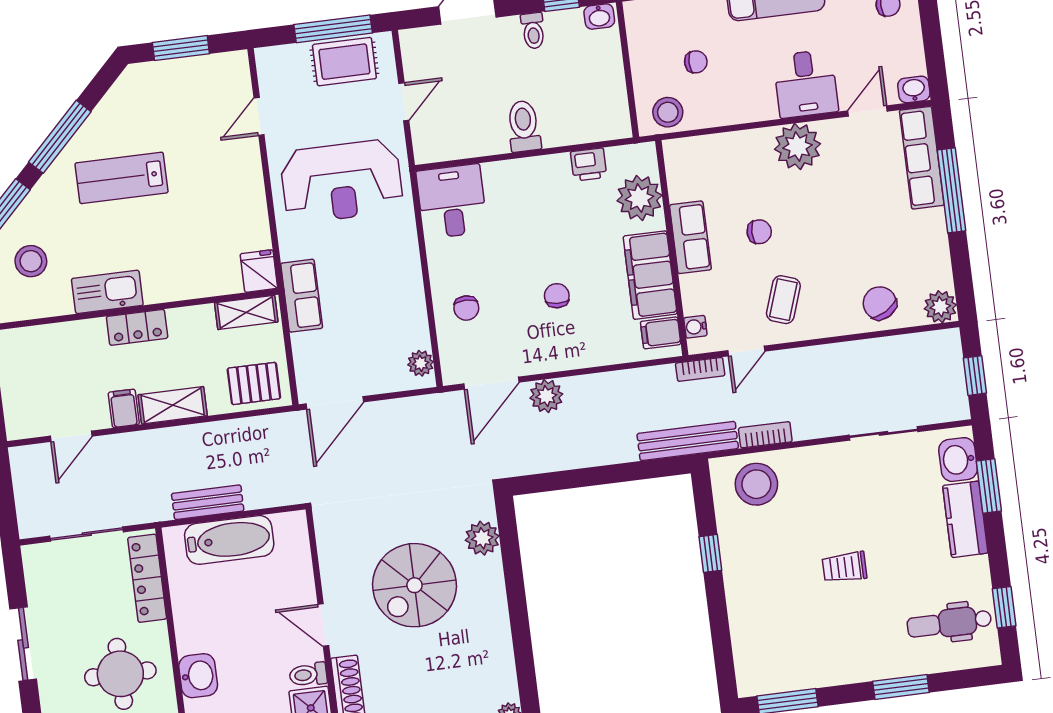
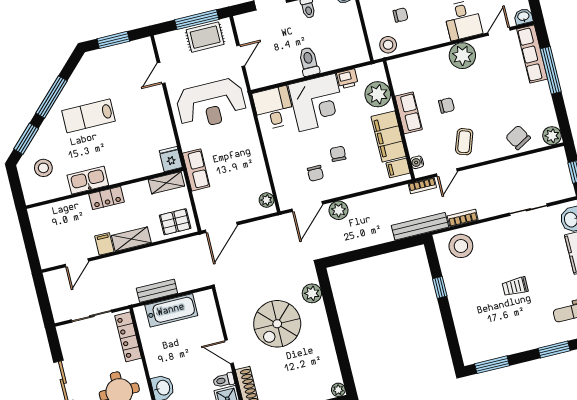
corner desk: (530, 200) -> (317, 103), added
chair: (466, 308) -> (315, 173), moved

